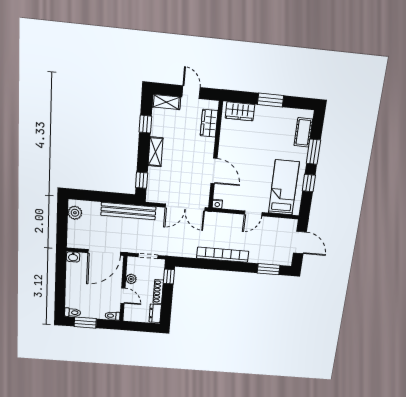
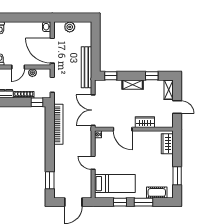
door: (191, 92) -> (177, 107), hinge flipped
window: (270, 100) -> (177, 176), moved
wardrobe: (209, 123) -> (145, 122), moved
door: (214, 171) -> (123, 129), hinge flipped
plant: (75, 213) -> (70, 27), moved
bookcase: (223, 255) -> (58, 124), moved

